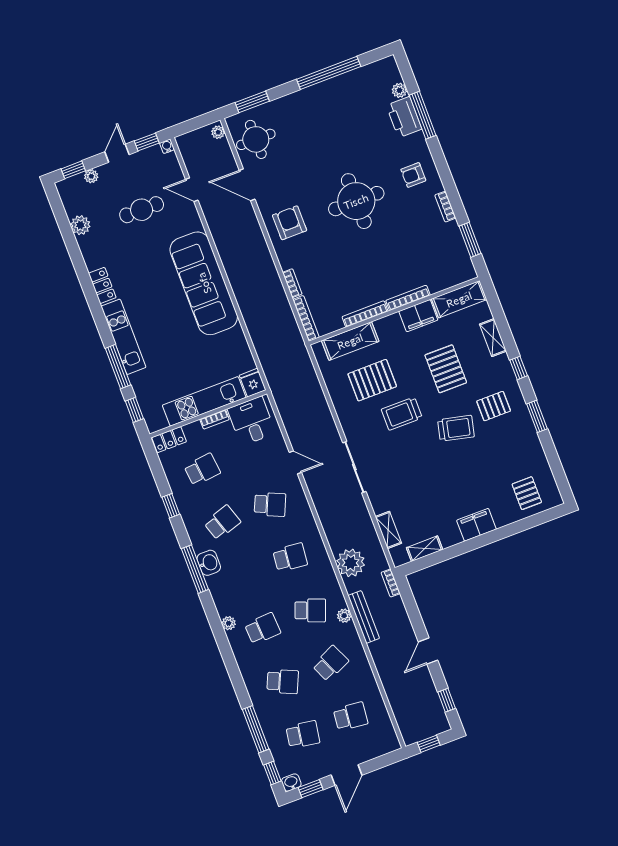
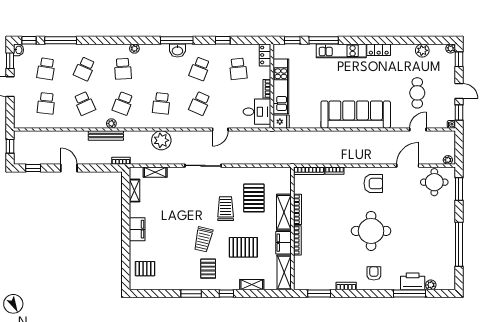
plant: (91, 176) -> (451, 49), moved
shelving: (350, 341) -> (284, 212), moved
school desk: (222, 522) -> (200, 69), turned 39
plant: (351, 563) -> (161, 140), moved

